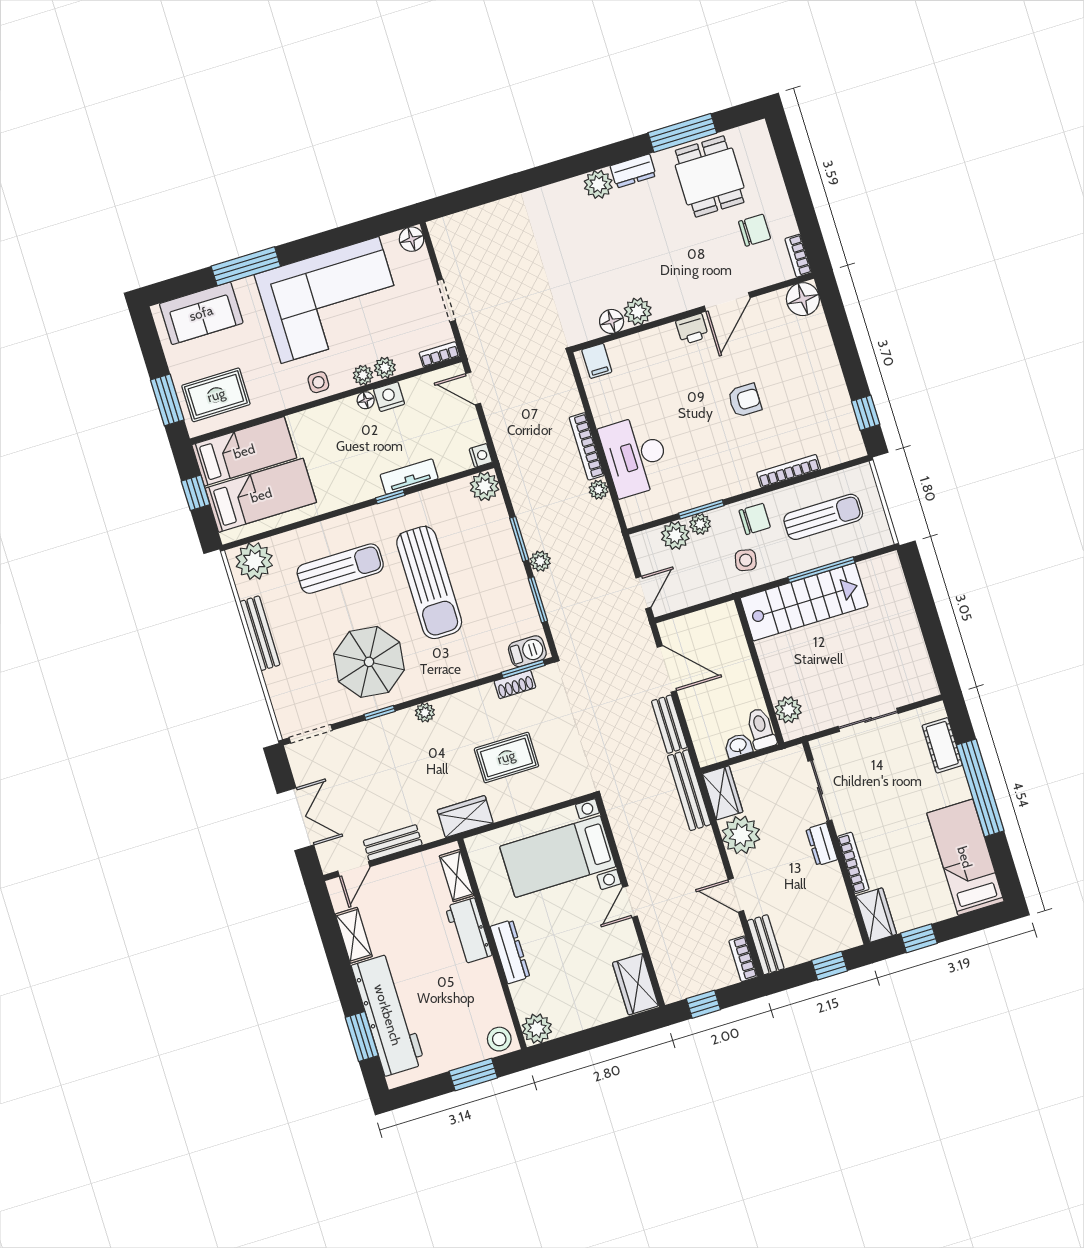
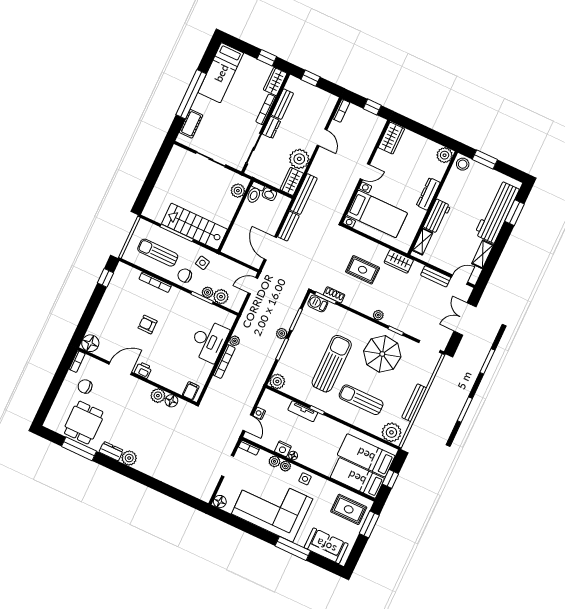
nightstand: (481, 455) -> (259, 413), moved
bench: (766, 945) -> (282, 104), moved

